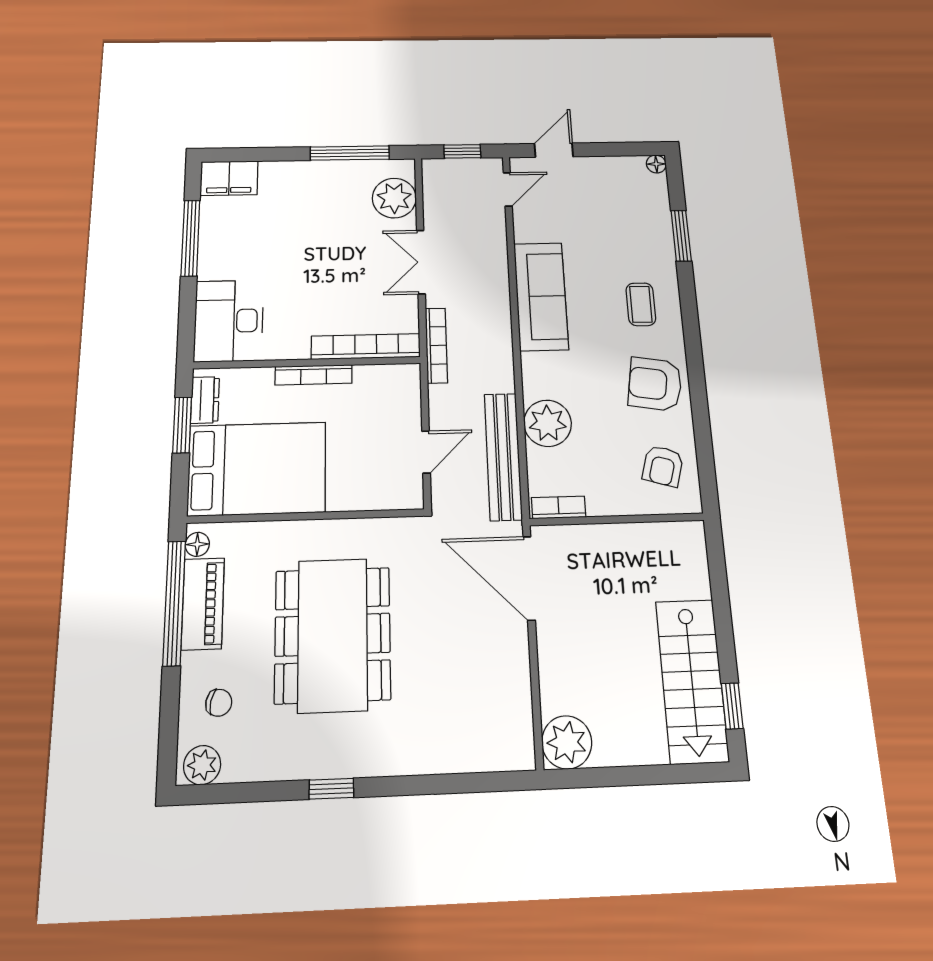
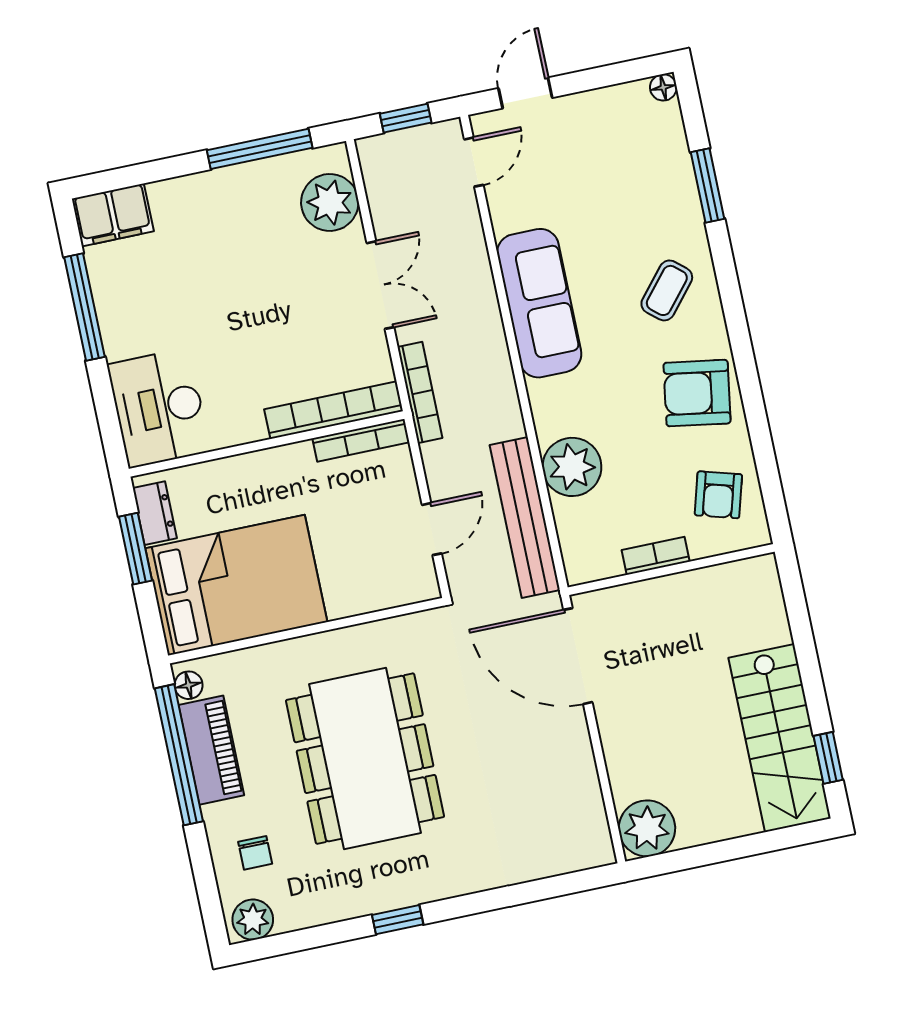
double door: (421, 262) -> (380, 285), swing flipped
coffee table: (641, 304) -> (667, 290), turned 40
bookcase: (314, 375) -> (361, 440), moved
bookcase: (558, 507) -> (656, 556), moved
chair: (219, 703) -> (255, 853), turned 79

